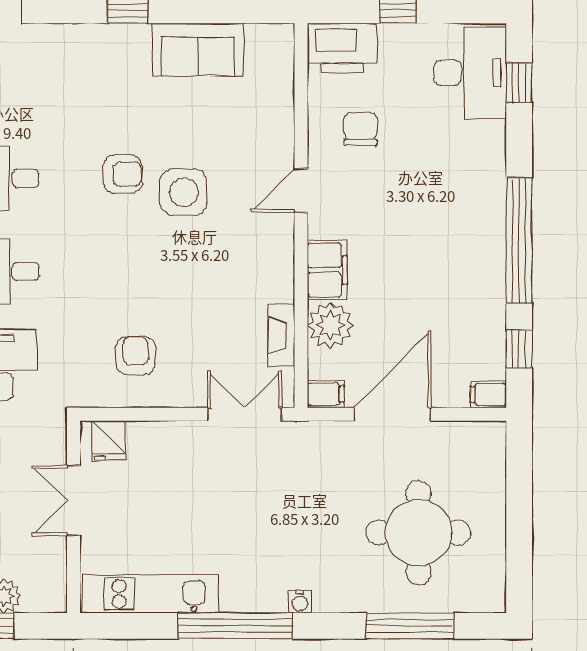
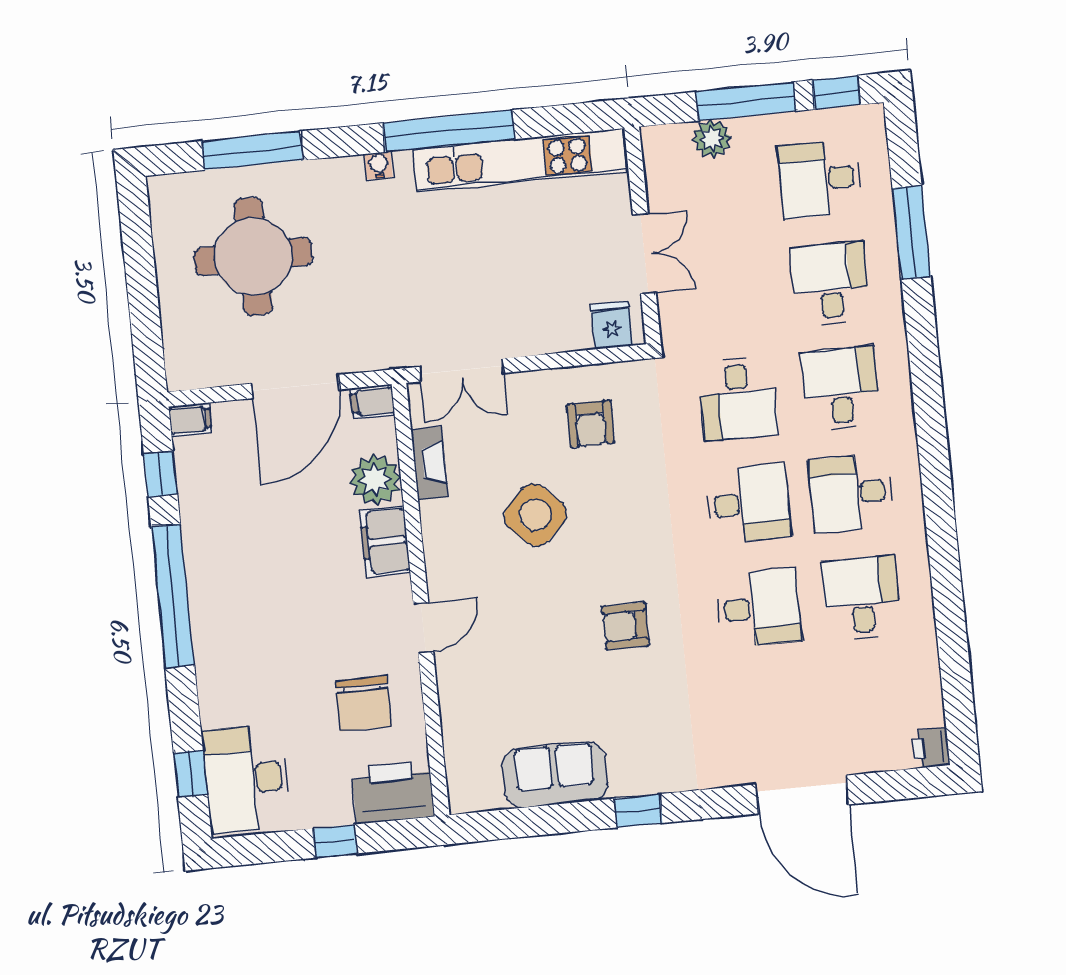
chair: (361, 129) -> (363, 704), width x1.37, depth x1.37
side table: (184, 192) -> (535, 515), moved, turned 45
kitchen unit: (151, 594) -> (519, 160), width x1.36

